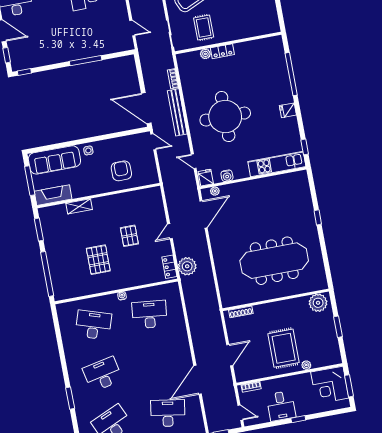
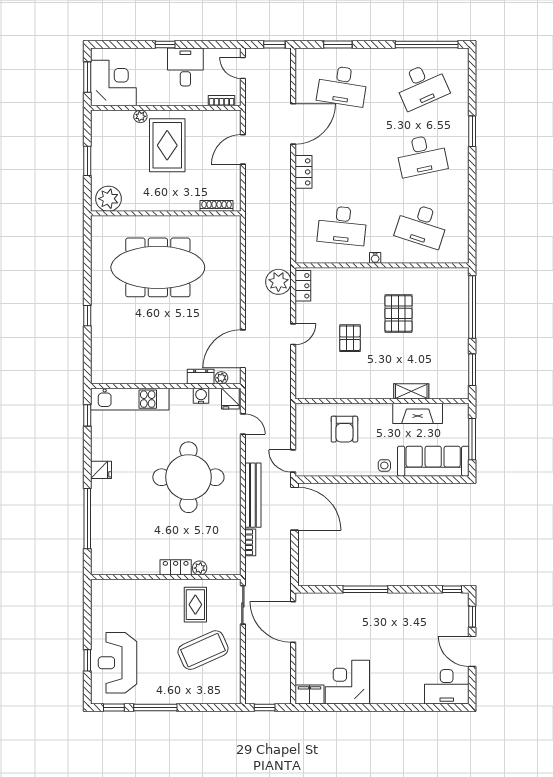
door: (132, 28) -> (293, 622), width x1.88
dresser: (230, 189) -> (201, 377), added
fireplace: (53, 195) -> (418, 413), moved
locker: (184, 347) -> (303, 172), added

